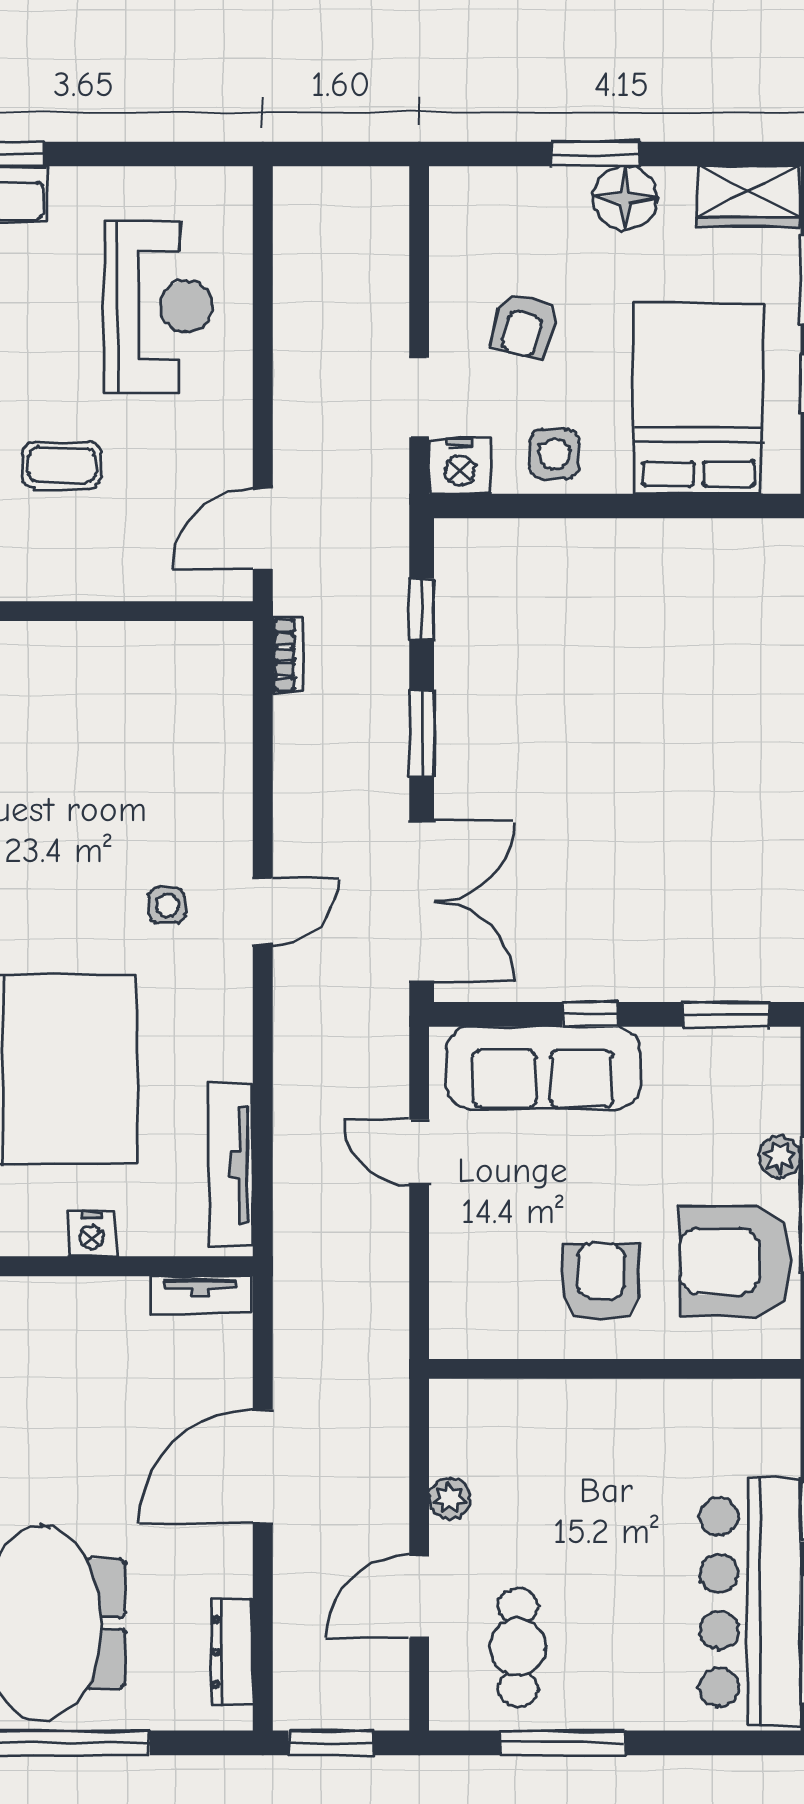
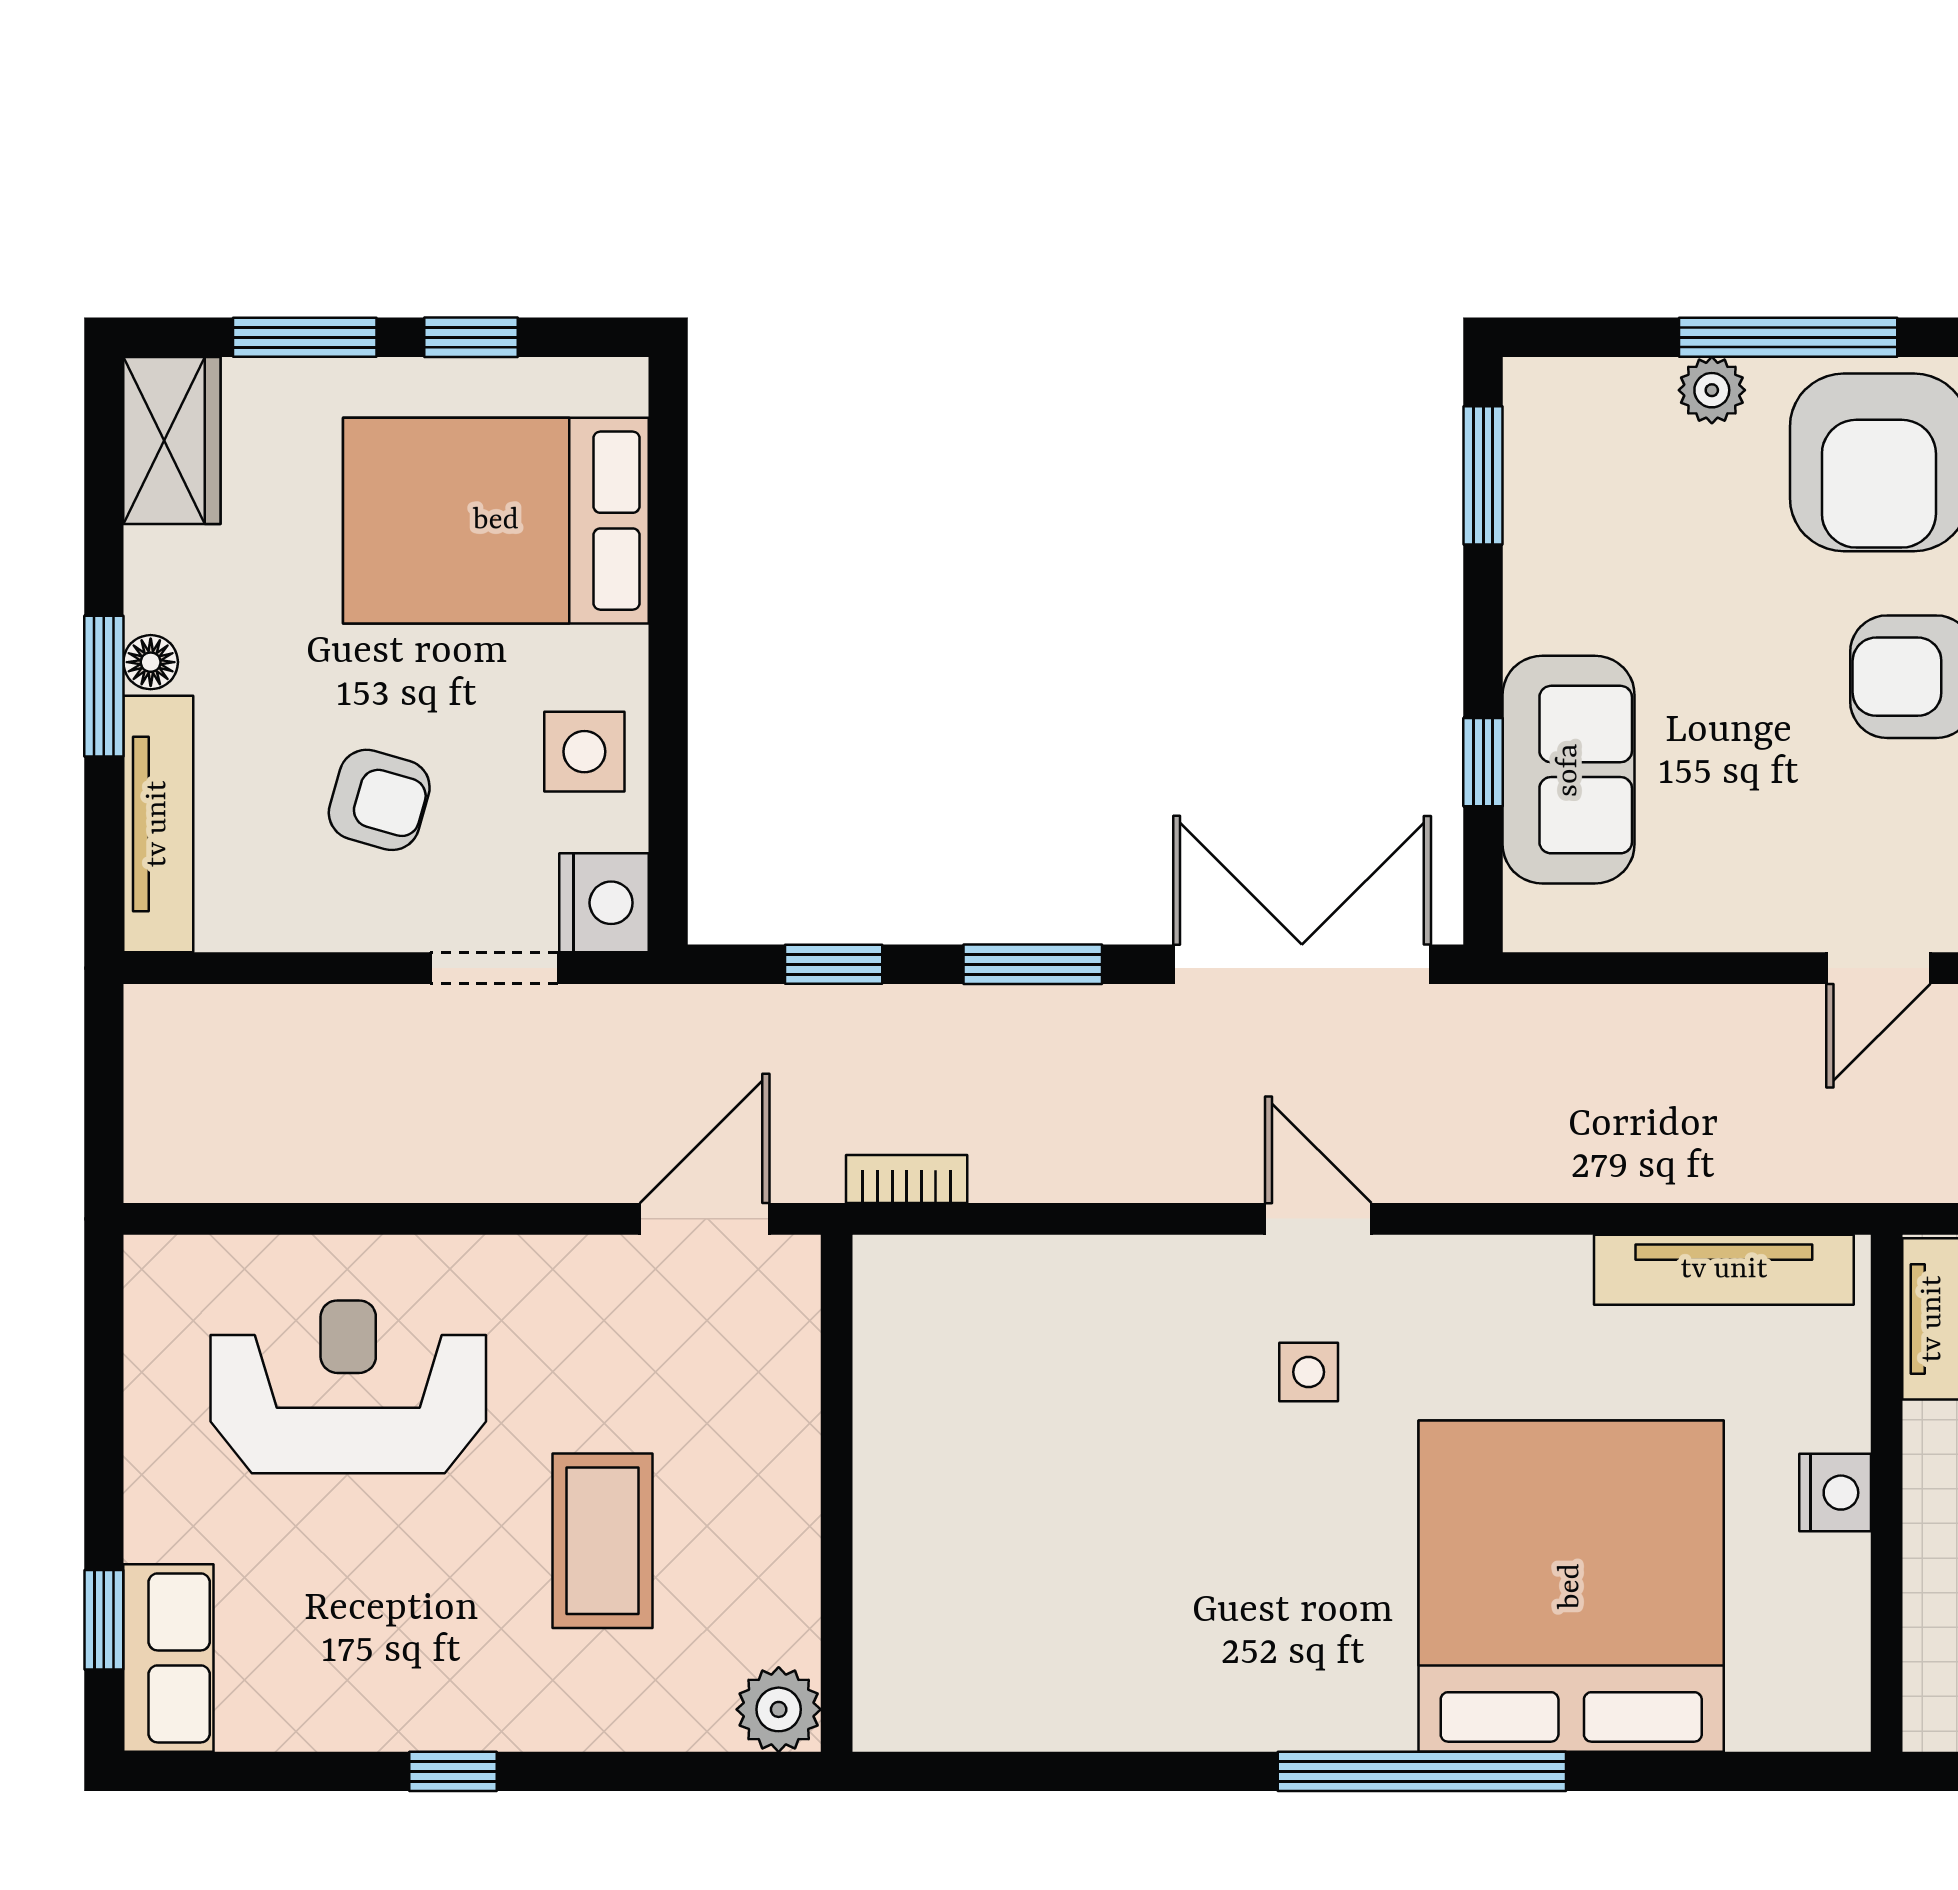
tv unit: (509, 188) -> (158, 824), added
floor lamp: (625, 198) -> (151, 662), width x0.53, depth x0.53
coffee table: (62, 465) -> (603, 1541), width x1.36, depth x1.30
door: (263, 529) -> (705, 1219), swing flipped
window: (590, 1014) -> (1483, 762), moved
sofa: (543, 1068) -> (1569, 770), width x0.73
door: (419, 1152) -> (1878, 968), moved

